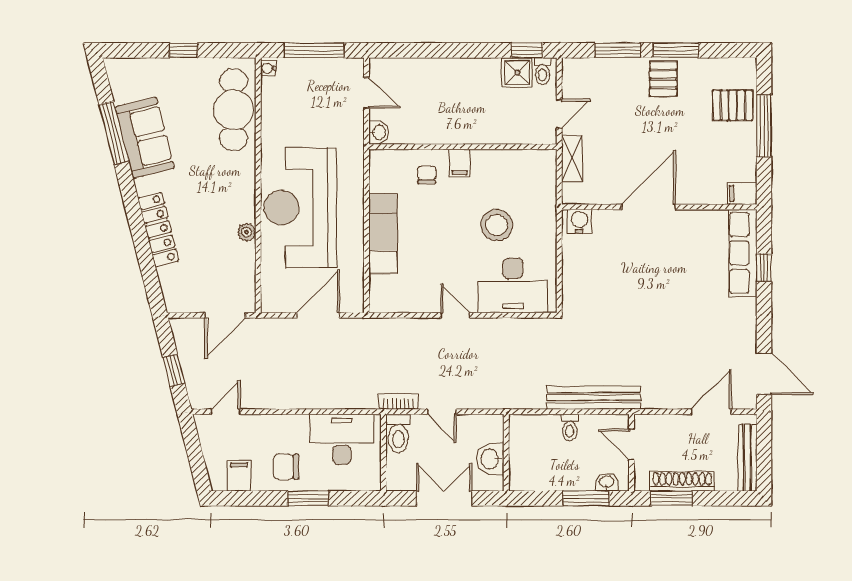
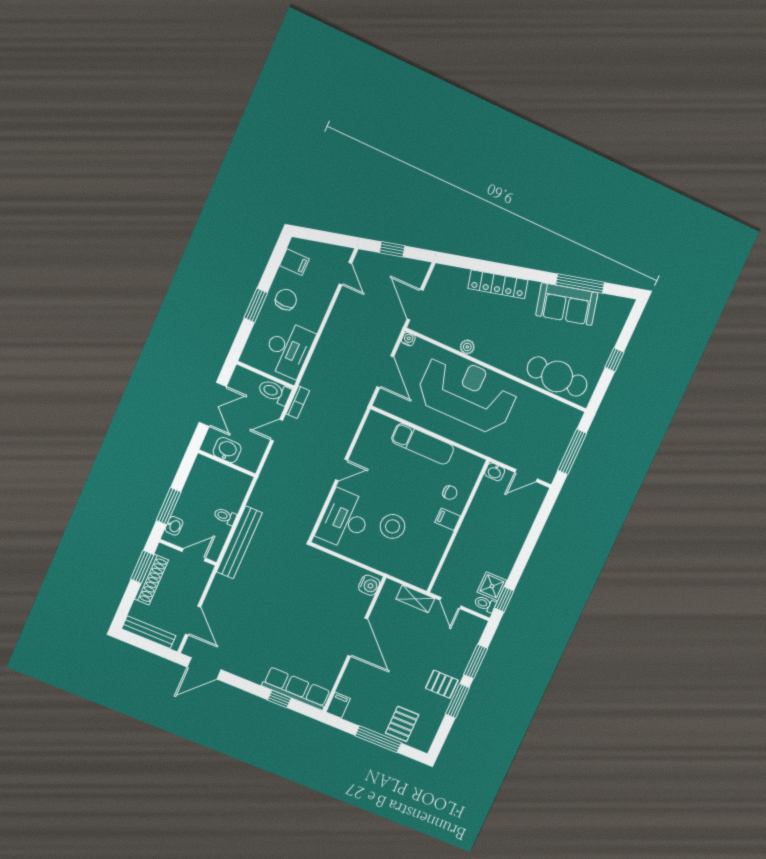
water cooler: (268, 68) -> (408, 339), moved

